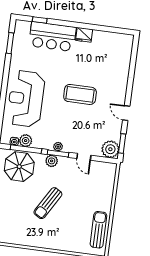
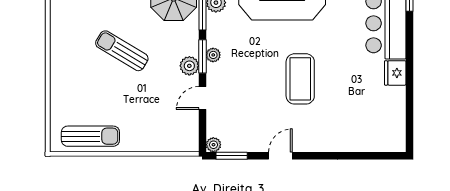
plant: (110, 149) -> (213, 145), width x0.53, depth x0.53
plant: (52, 161) -> (189, 66), moved

